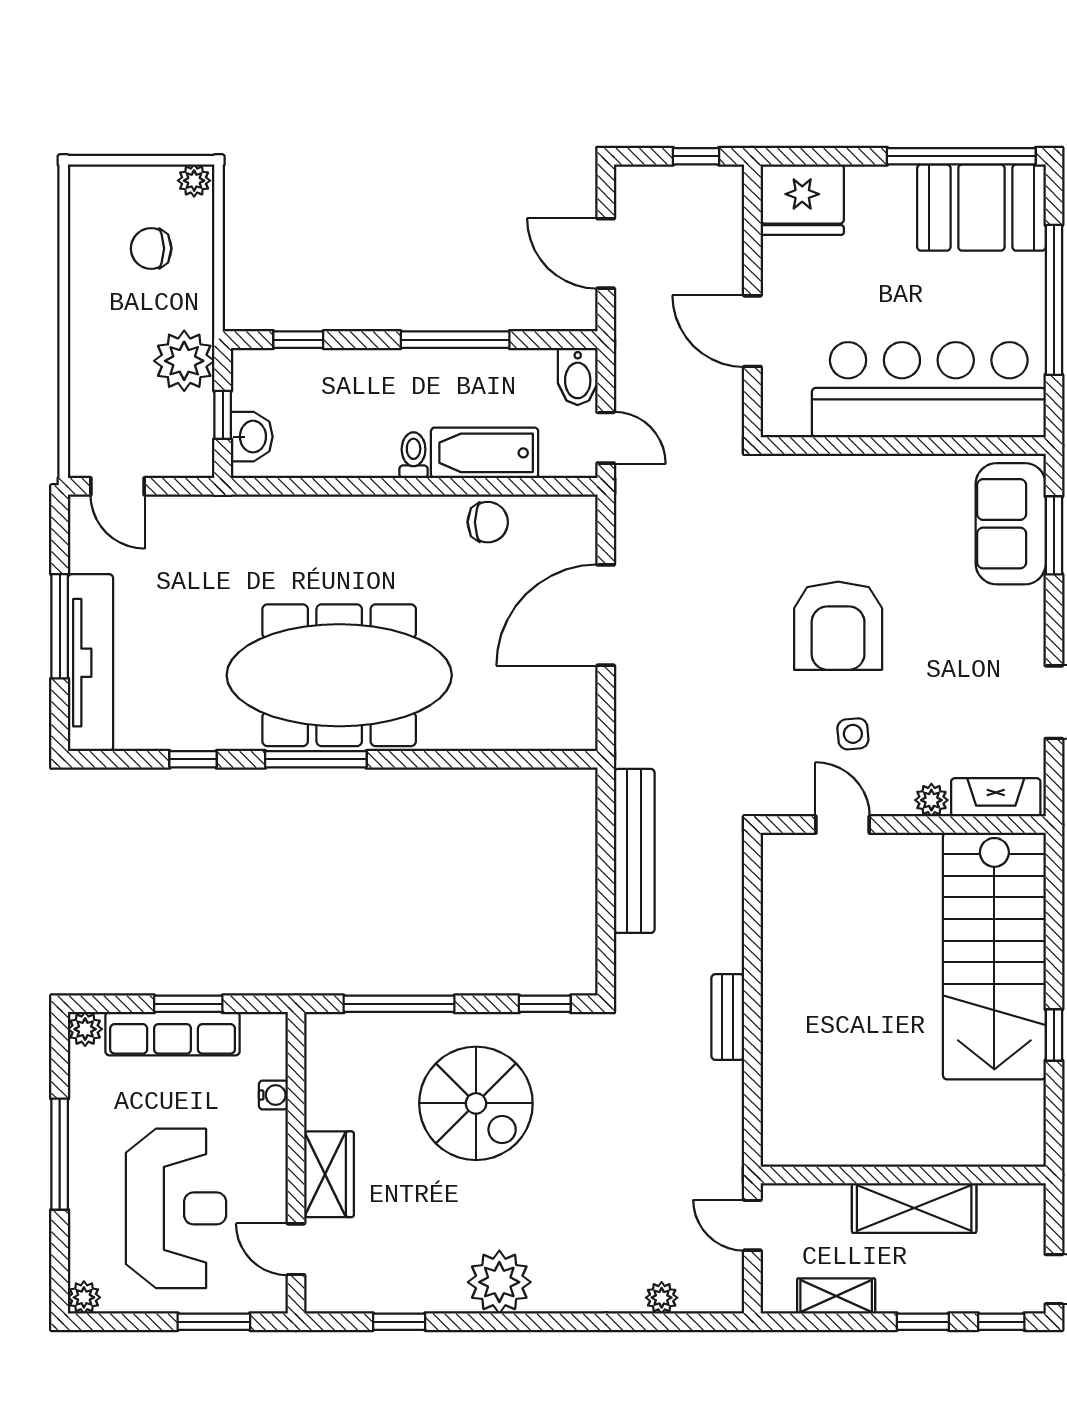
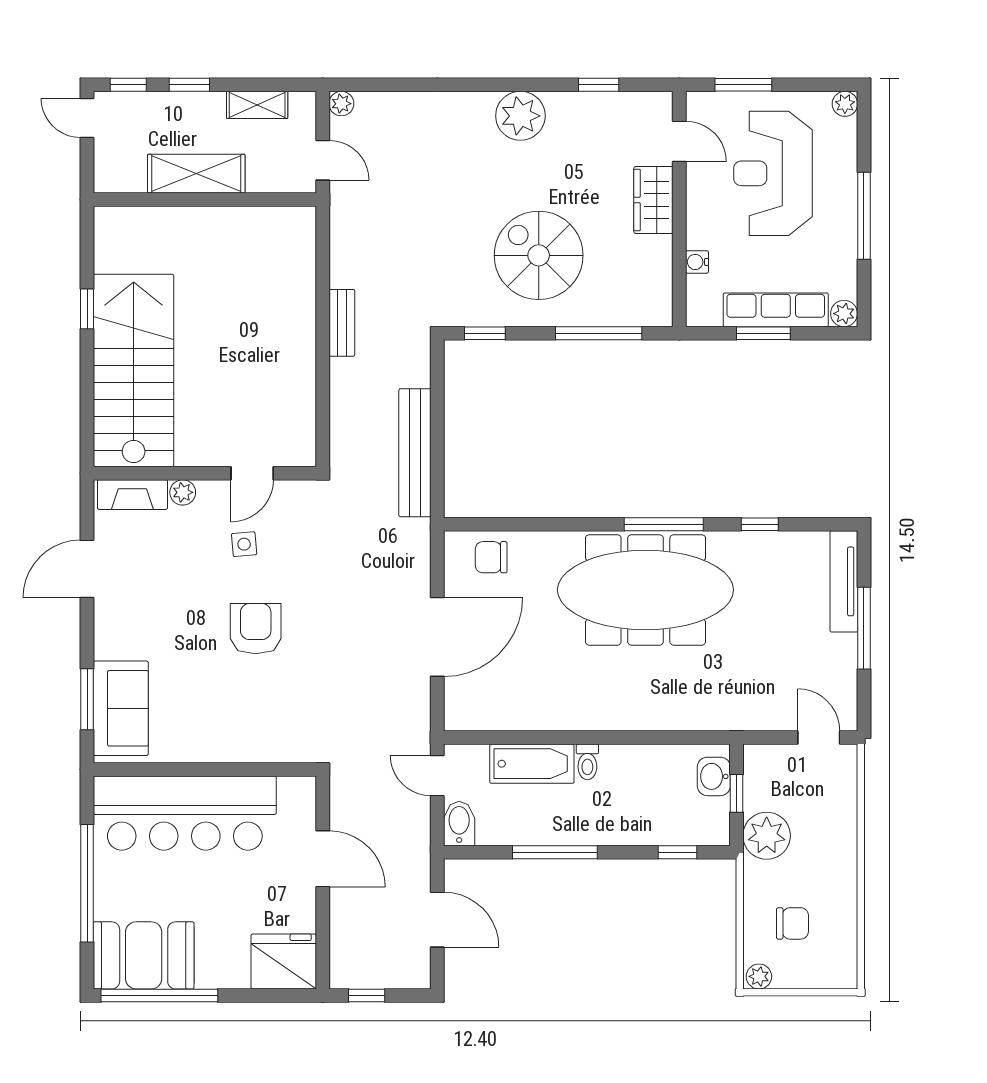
chair: (488, 522) -> (491, 557), moved
armchair: (838, 626) -> (256, 629), width x0.73, depth x0.73
tv unit: (90, 663) -> (844, 581), width x0.73, depth x0.78
door: (843, 825) -> (252, 473), hinge flipped
plant: (662, 1298) -> (341, 104), moved

